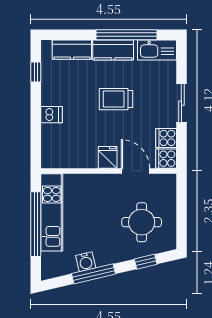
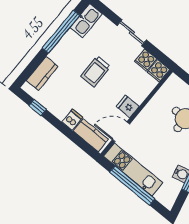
kitchen counter: (113, 50) -> (91, 135), moved, turned -90
door: (135, 171) -> (121, 132), moved

